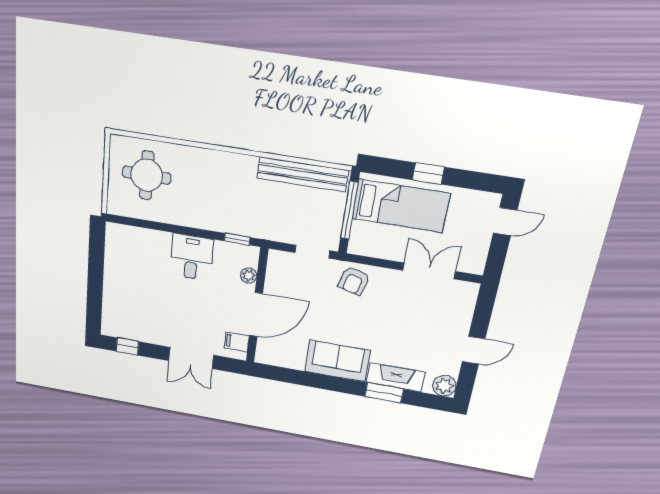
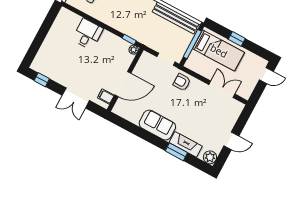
desk: (192, 257) -> (88, 34), moved
plant: (249, 275) -> (134, 50), moved
armchair: (354, 281) -> (182, 82), turned 75

